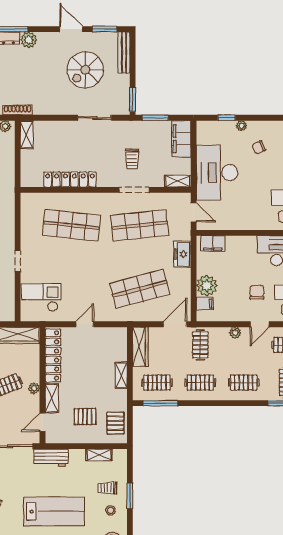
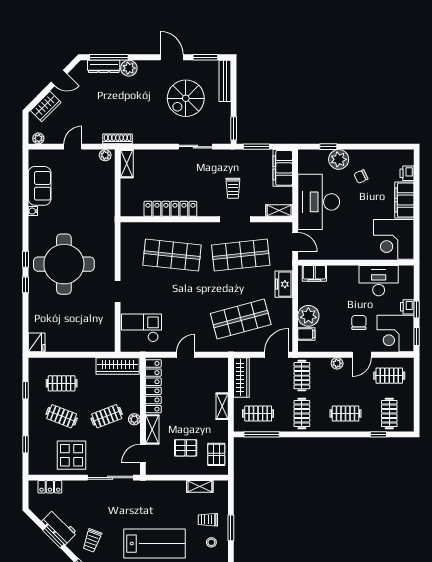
plant: (241, 126) -> (339, 159), width x1.87, depth x1.87
clothes rail: (200, 383) -> (302, 414), turned 90
workbench: (51, 458) -> (151, 489), removed

